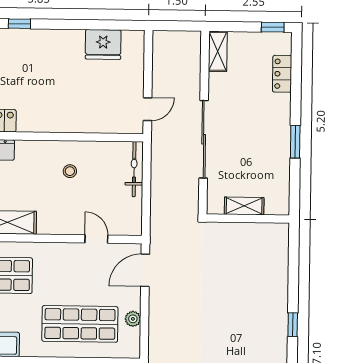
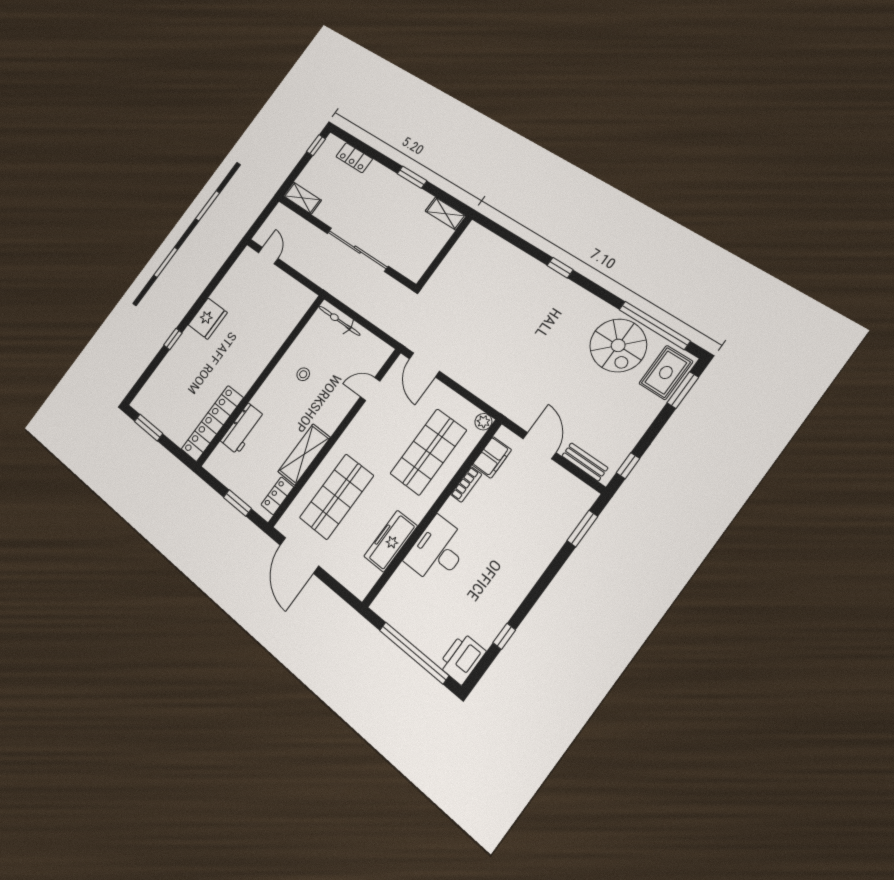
fridge: (103, 44) -> (208, 319), moved
door: (147, 109) -> (268, 256), moved
shelving: (244, 206) -> (446, 214), moved, turned 90
plant: (133, 319) -> (483, 422), moved

